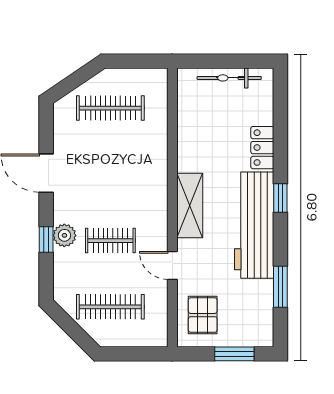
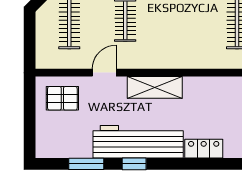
window: (280, 198) -> (134, 164), moved
window: (234, 354) -> (30, 125), removed

